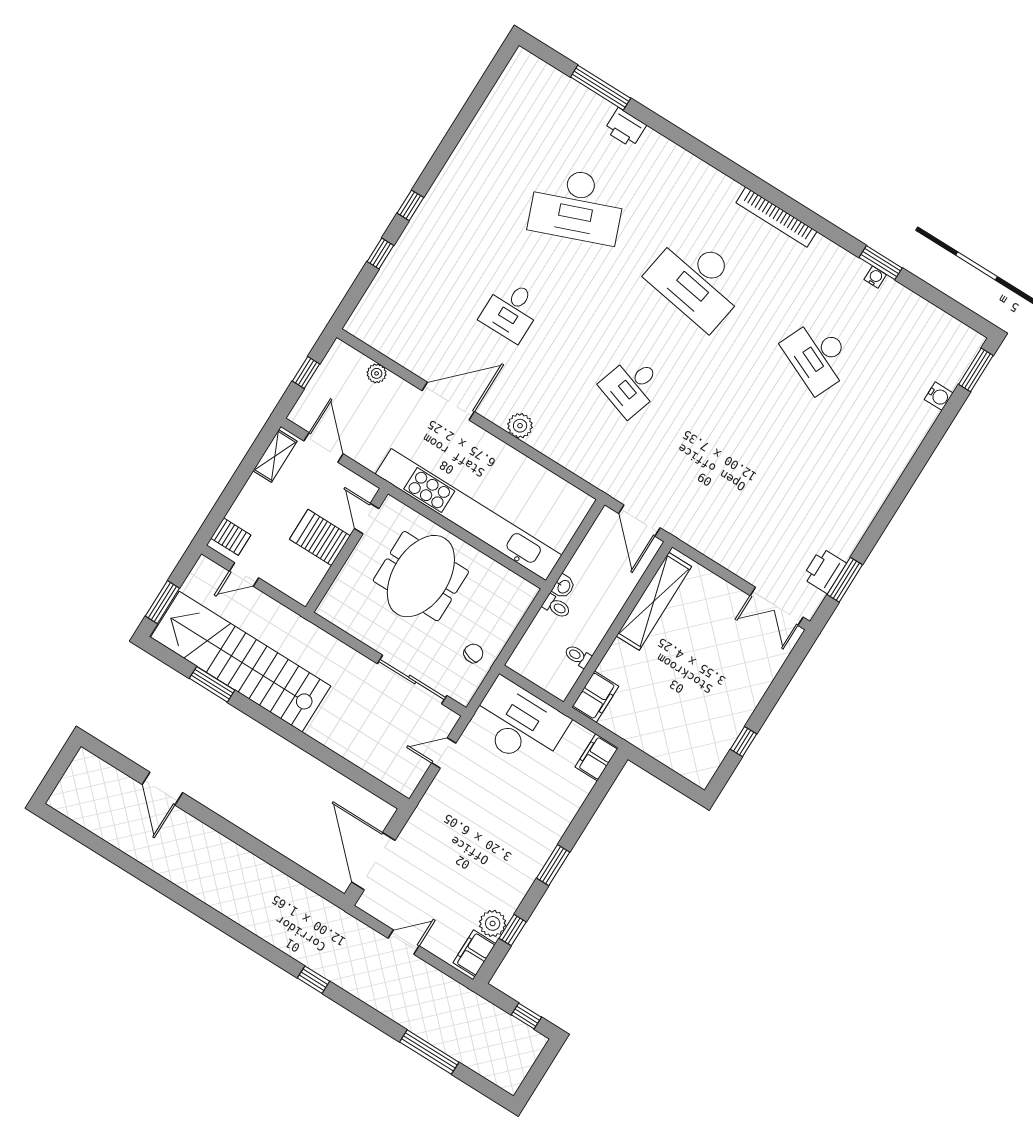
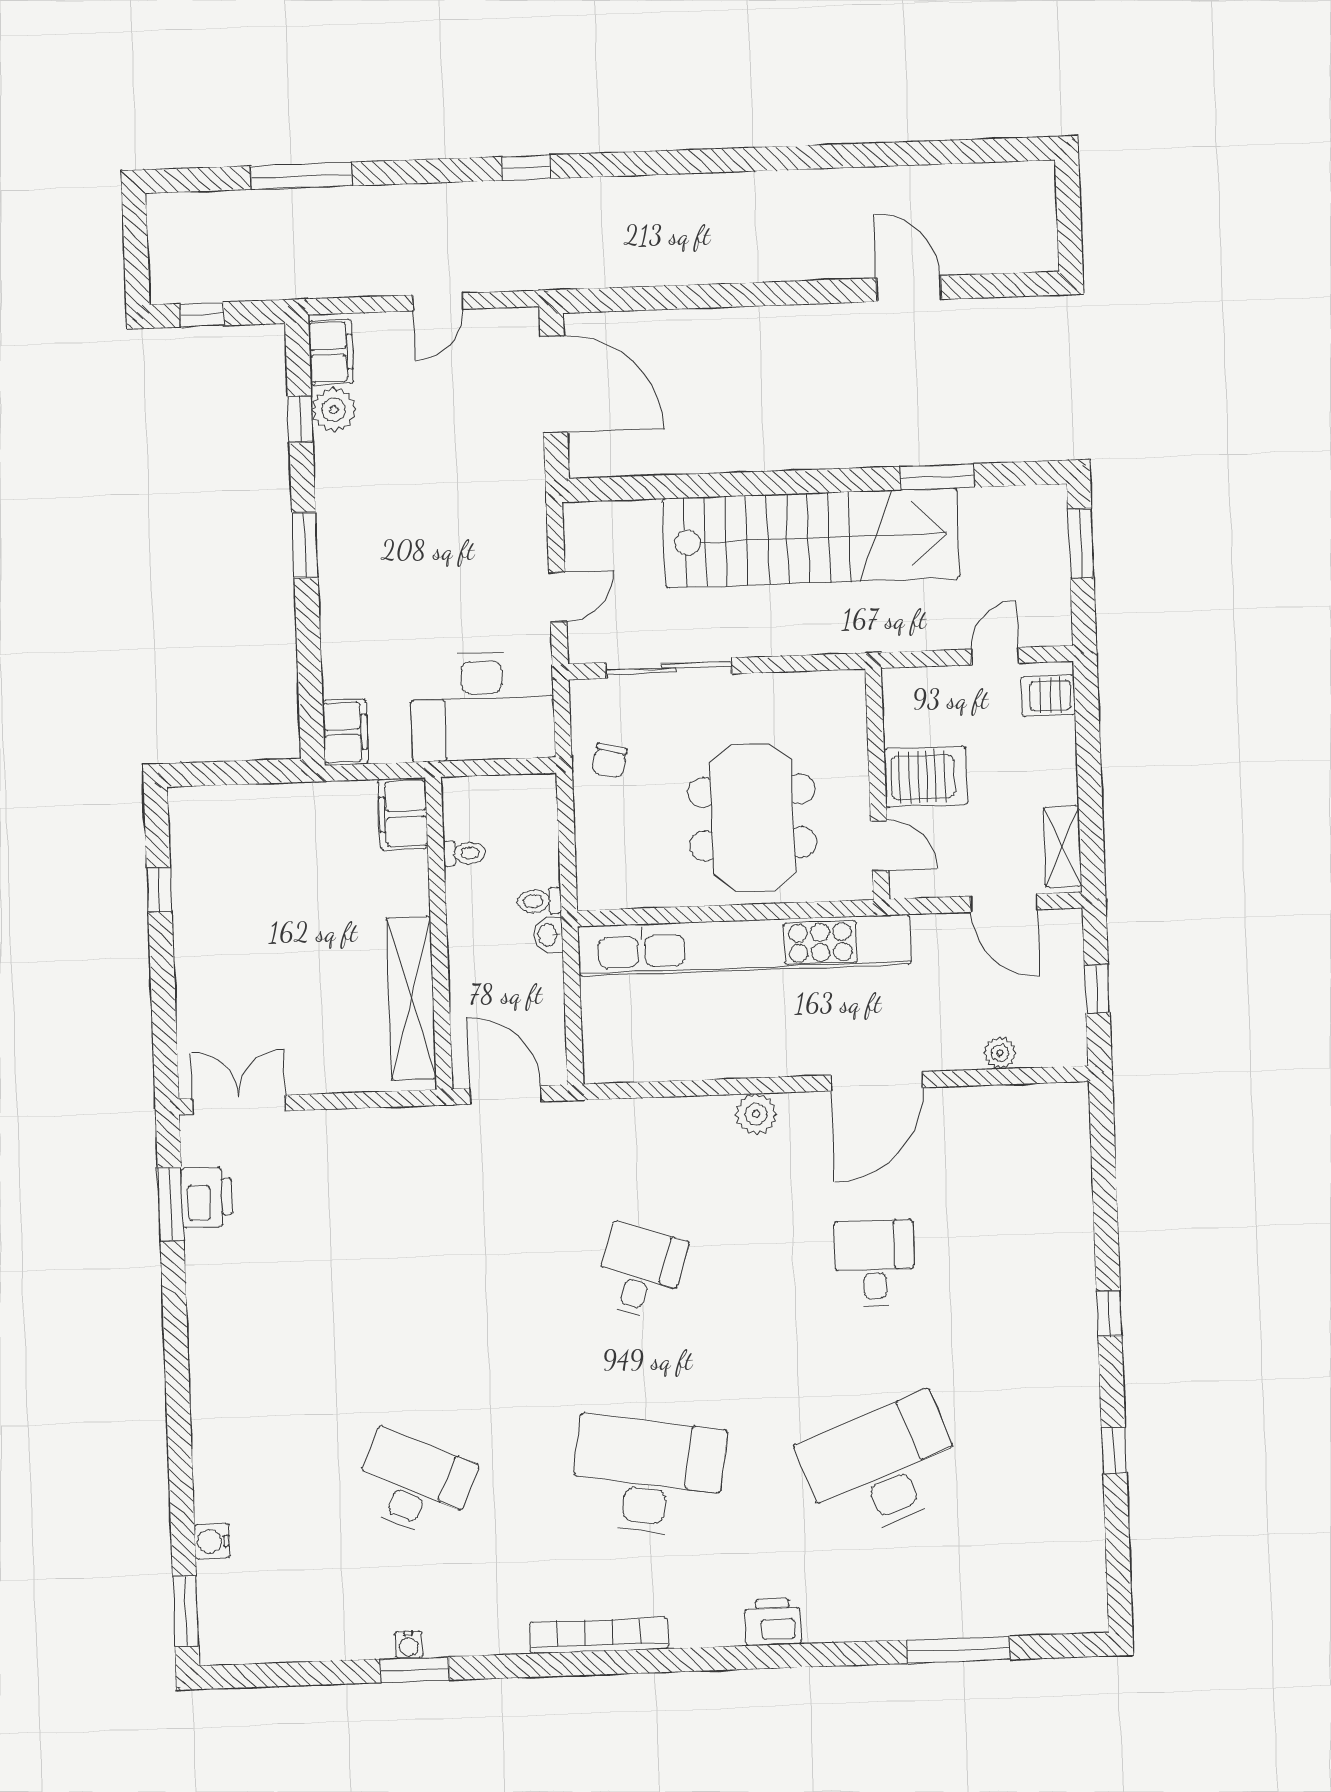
printer: (625, 128) -> (773, 1622), moved
window: (380, 253) -> (1114, 1450), moved
stairs: (241, 662) -> (811, 538), moved

